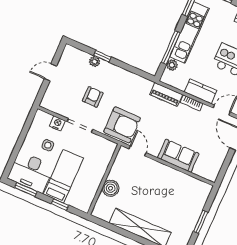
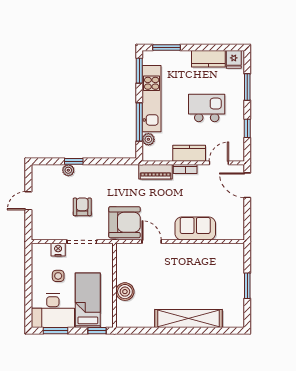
wall: (104, 179) -> (114, 285), moved
boiler: (111, 188) -> (125, 292), moved

